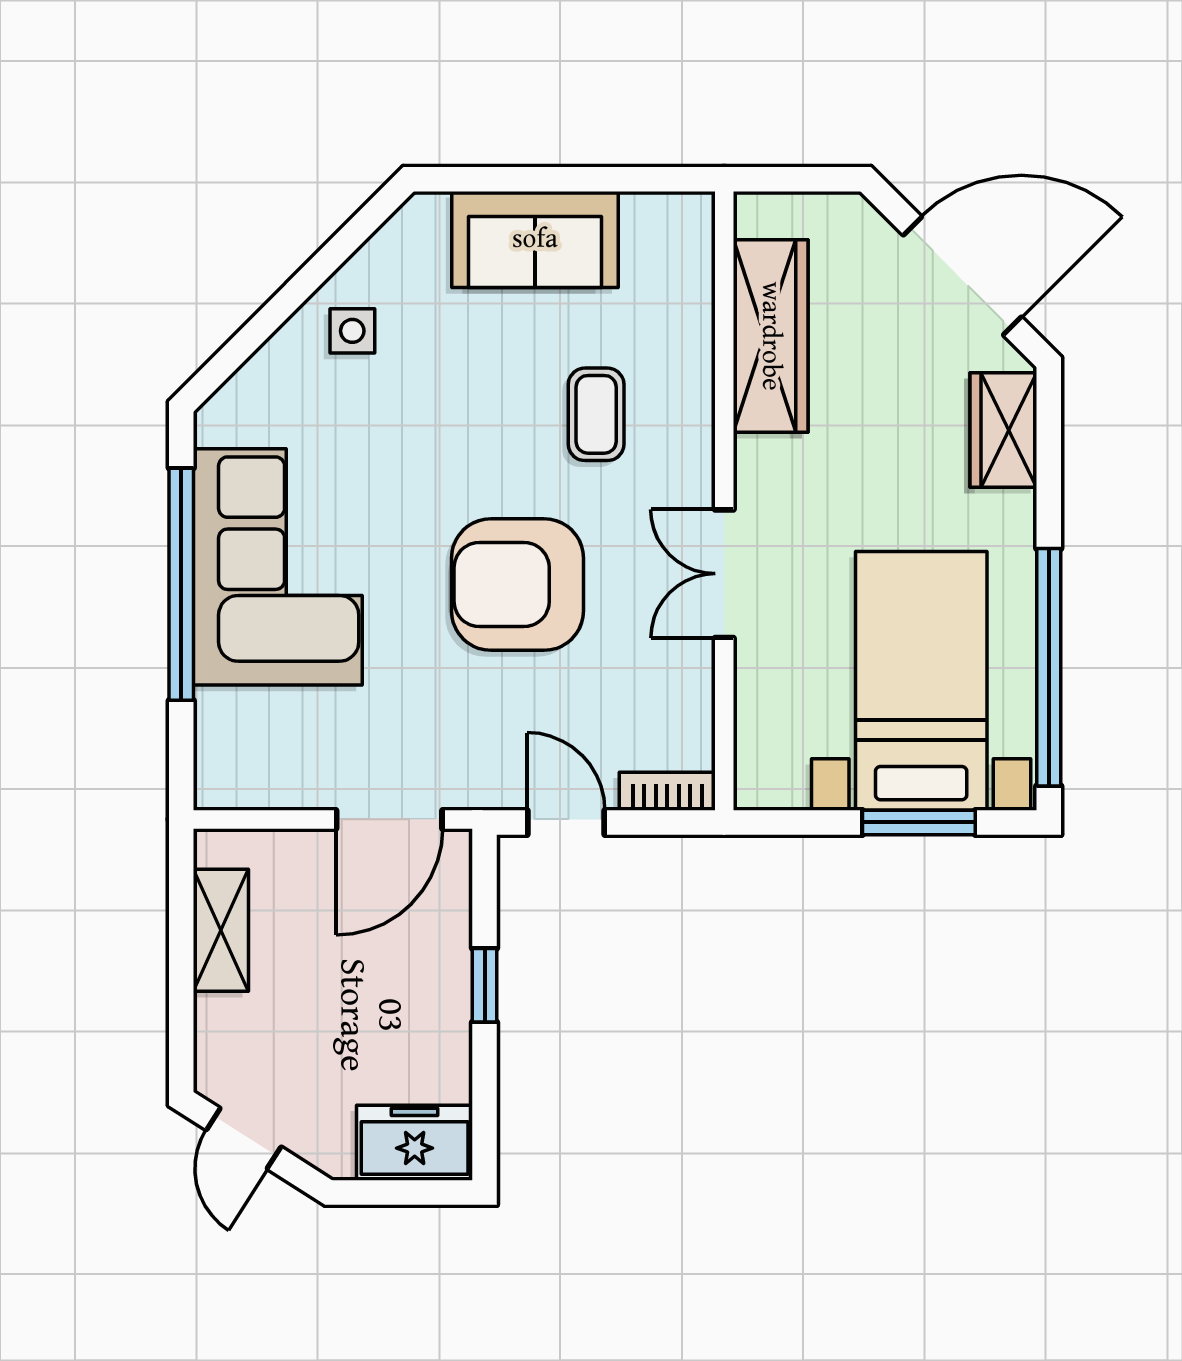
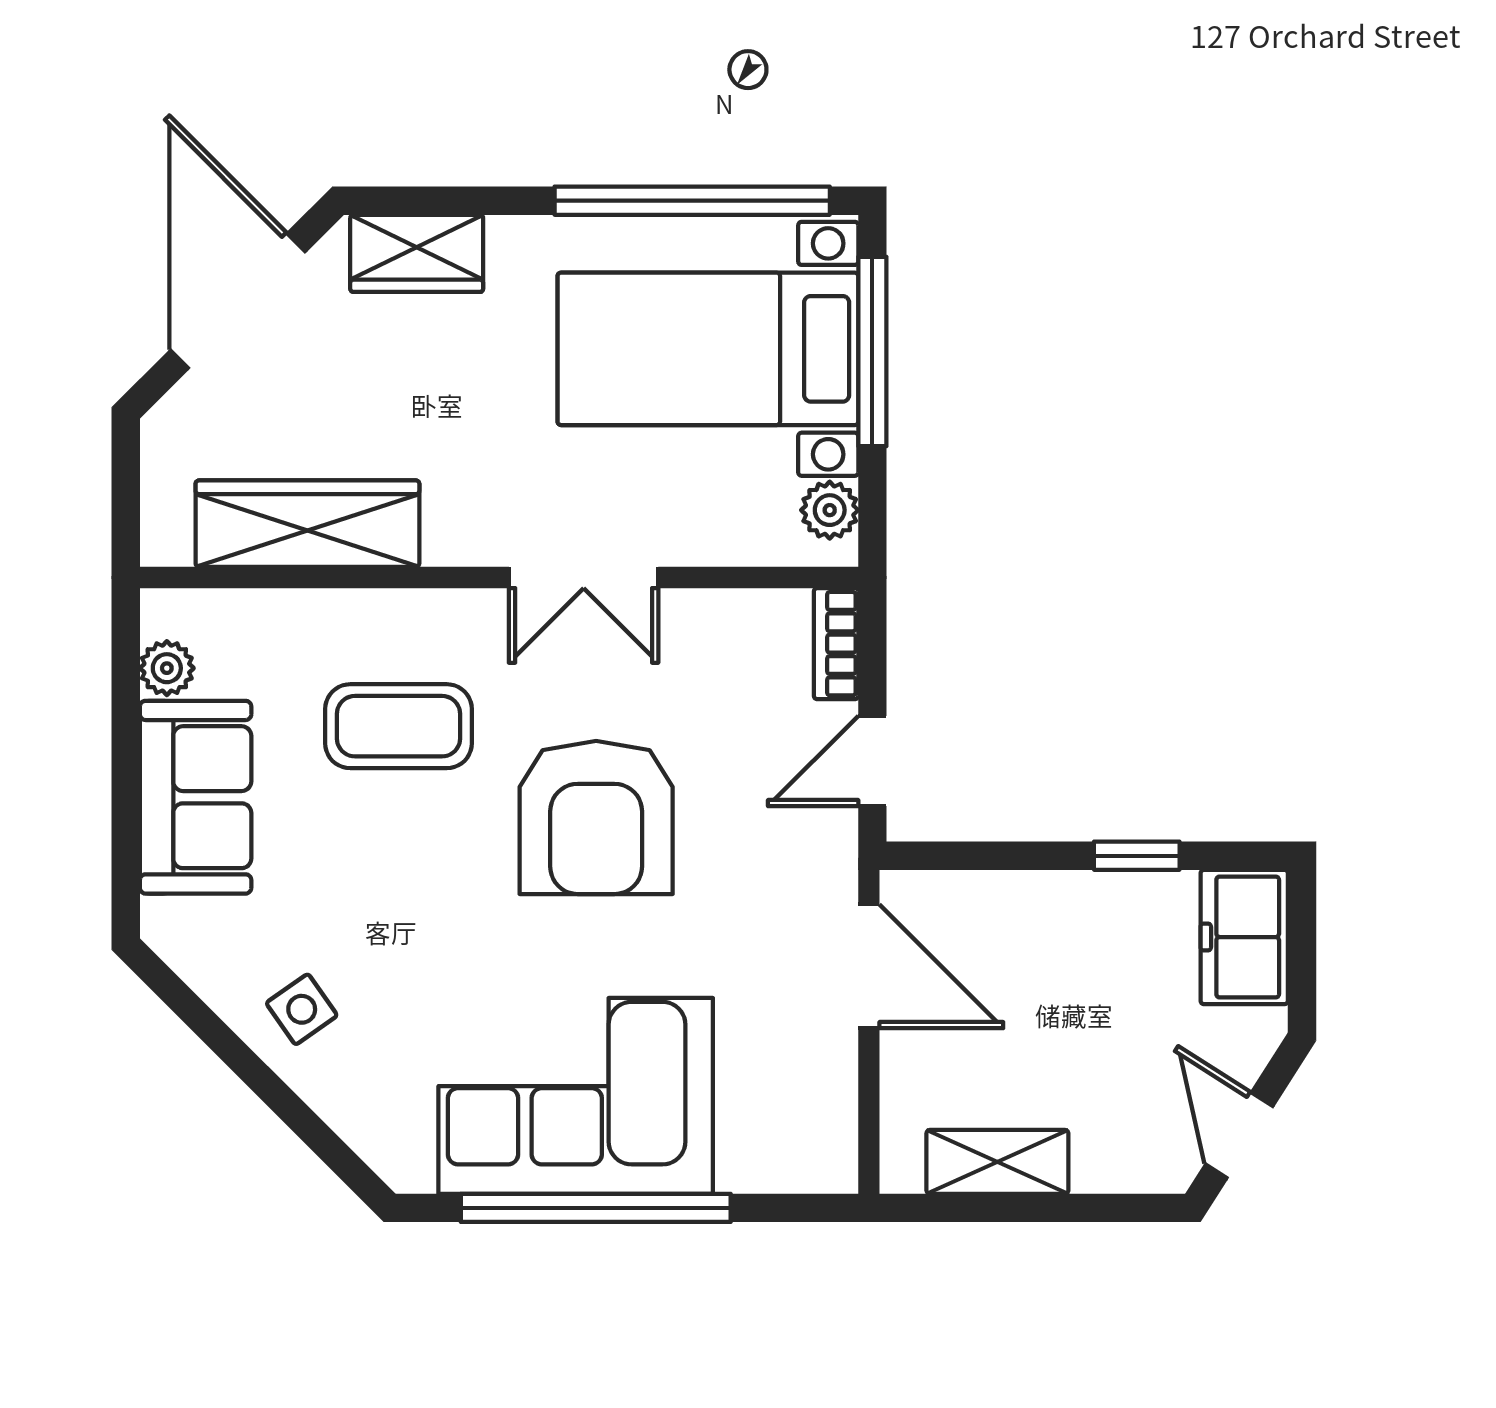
plant: (646, 215) -> (167, 668), added
side table: (352, 331) -> (302, 1009), turned -35
coffee table: (596, 414) -> (399, 726), width x1.36, depth x1.30
plant: (782, 786) -> (830, 510), added
window: (919, 822) -> (872, 351), width x1.44
window: (485, 985) -> (1137, 856), moved
door: (244, 1138) -> (1239, 1135), swing flipped

